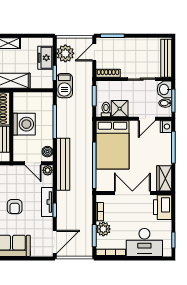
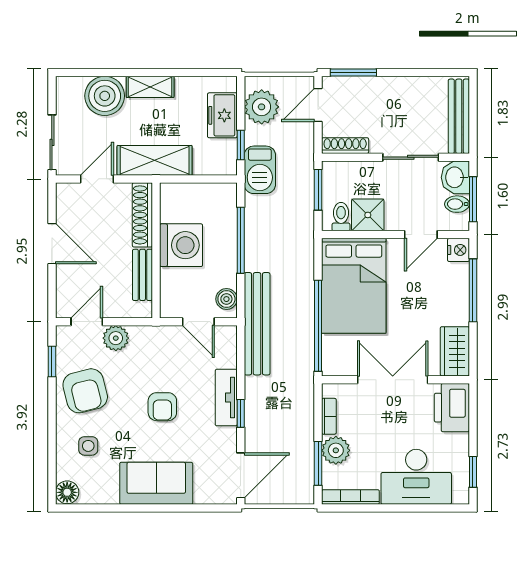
plant: (48, 170) -> (227, 335), removed

